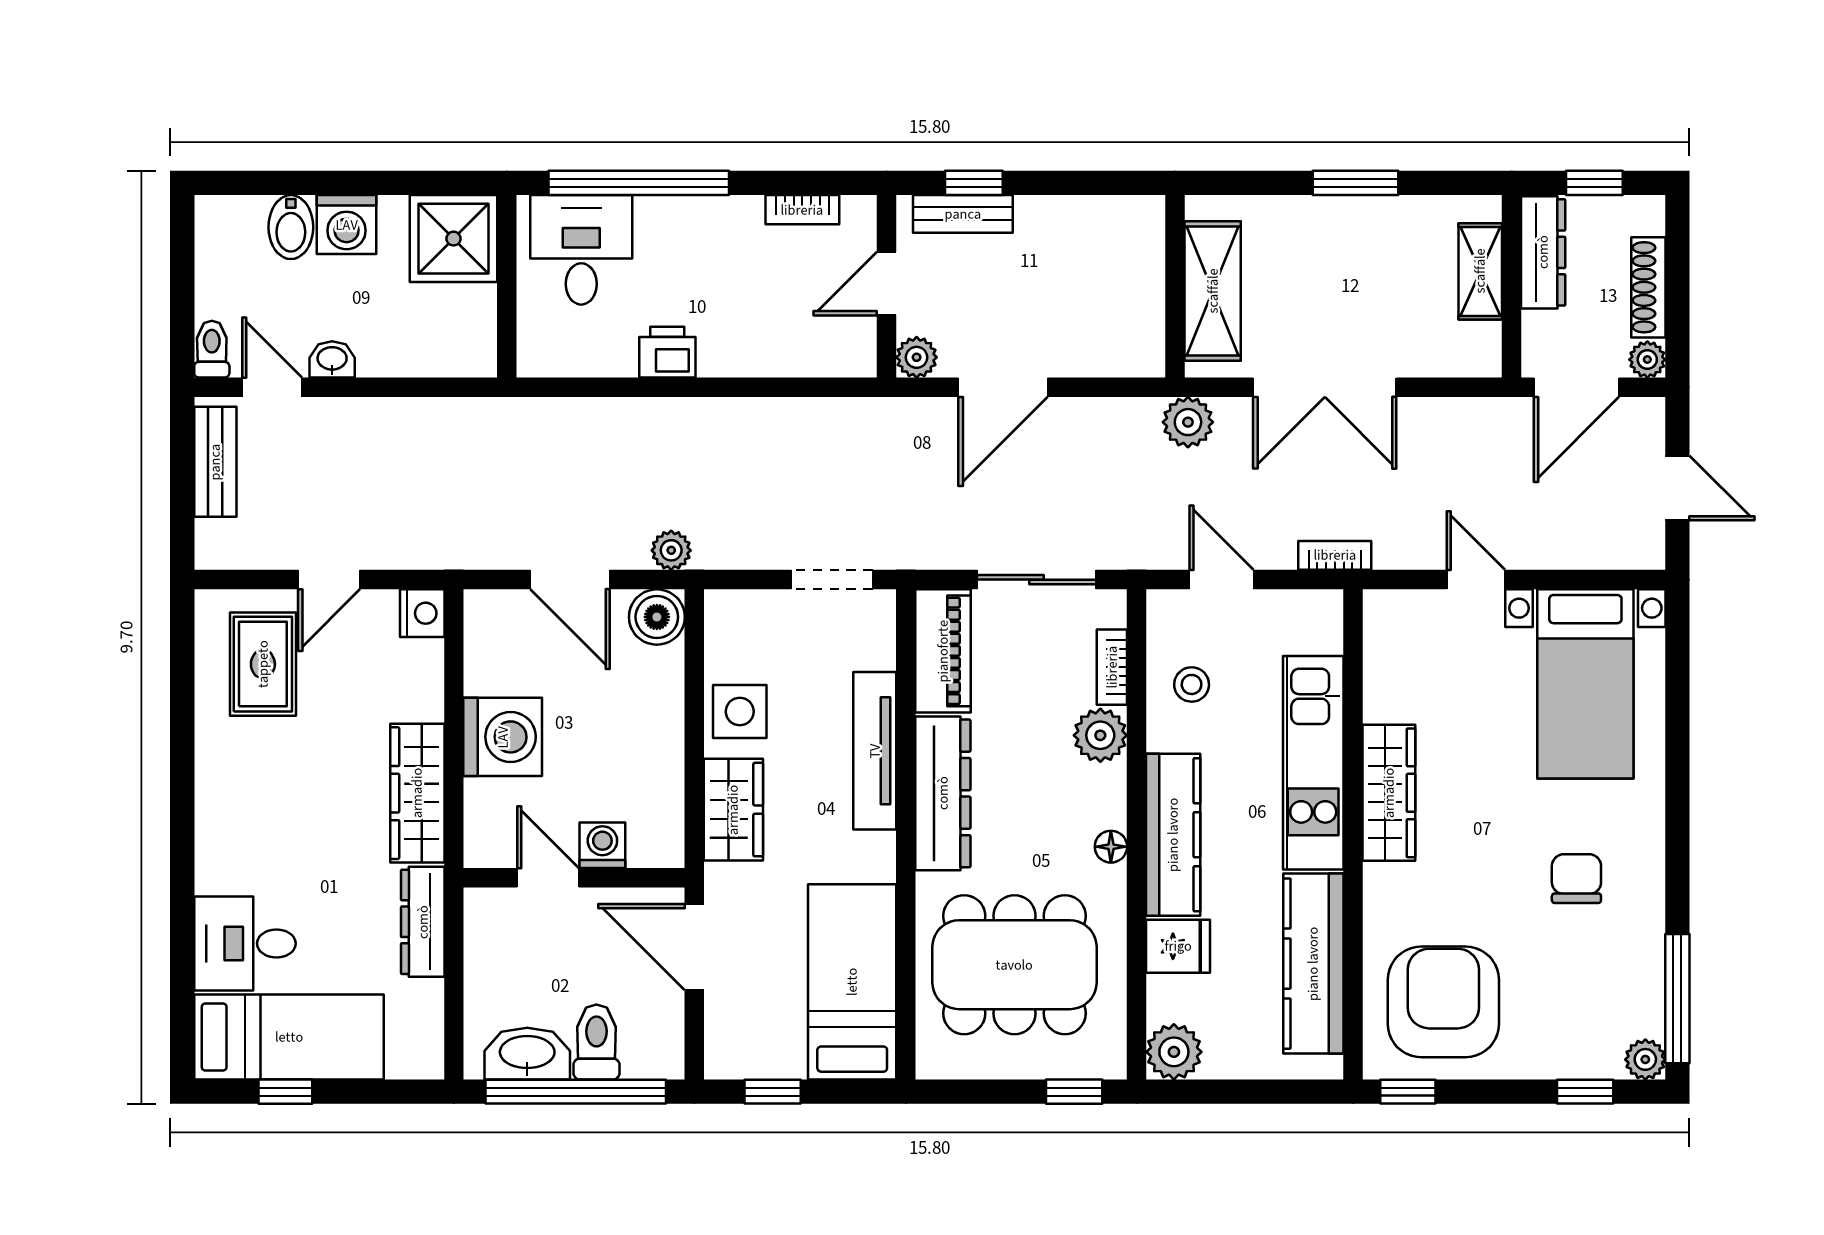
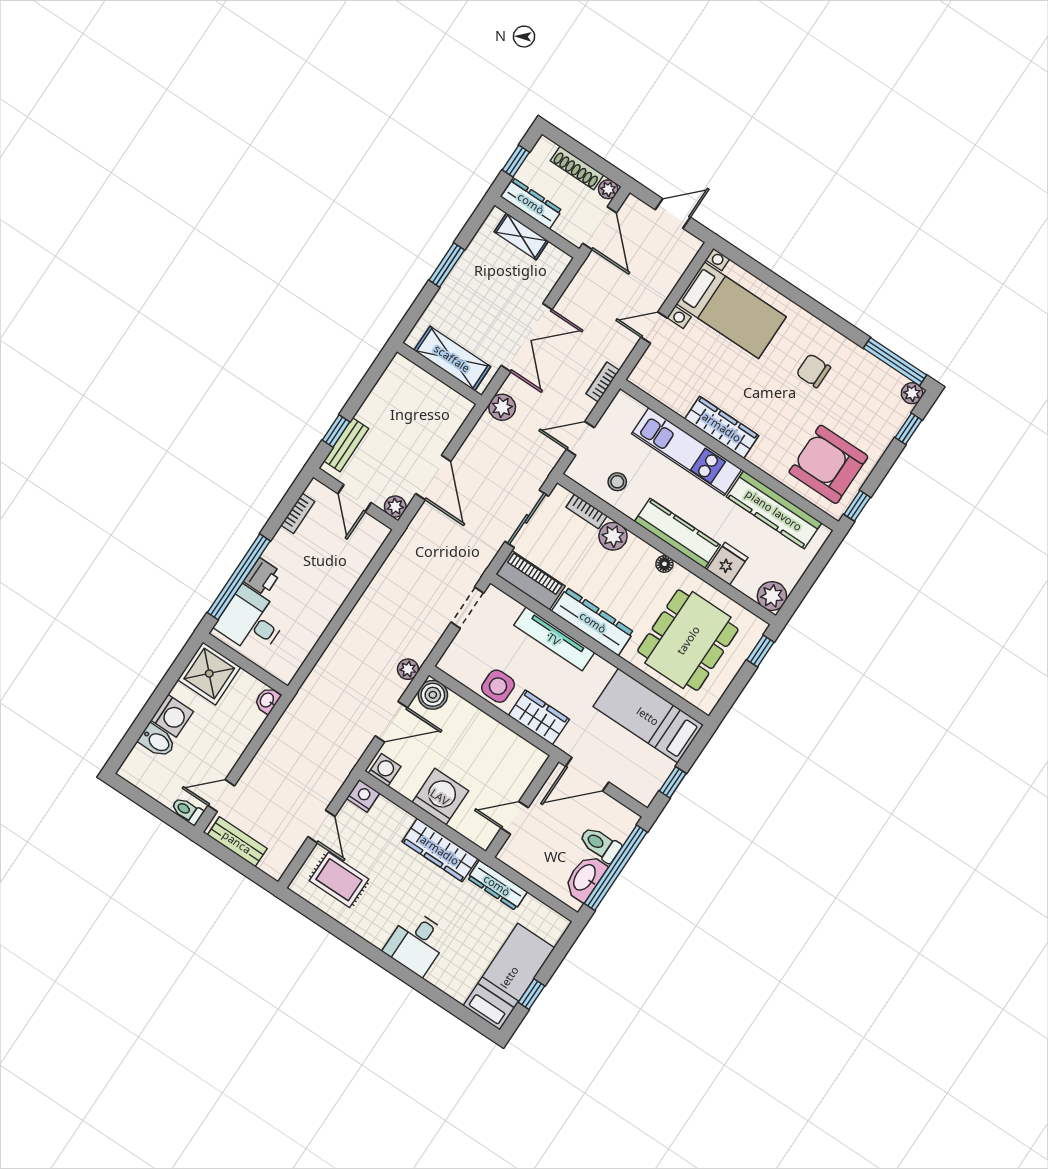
printer: (667, 352) -> (262, 577), moved, turned 180
washbasin: (332, 359) -> (267, 700), moved
washing machine: (602, 845) -> (385, 770), moved, turned 90
desk: (245, 944) -> (417, 943), moved

